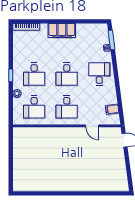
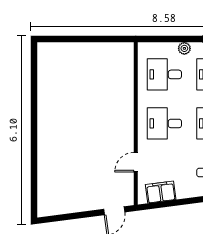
filing cabinet: (112, 109) -> (161, 192), width x2.00

